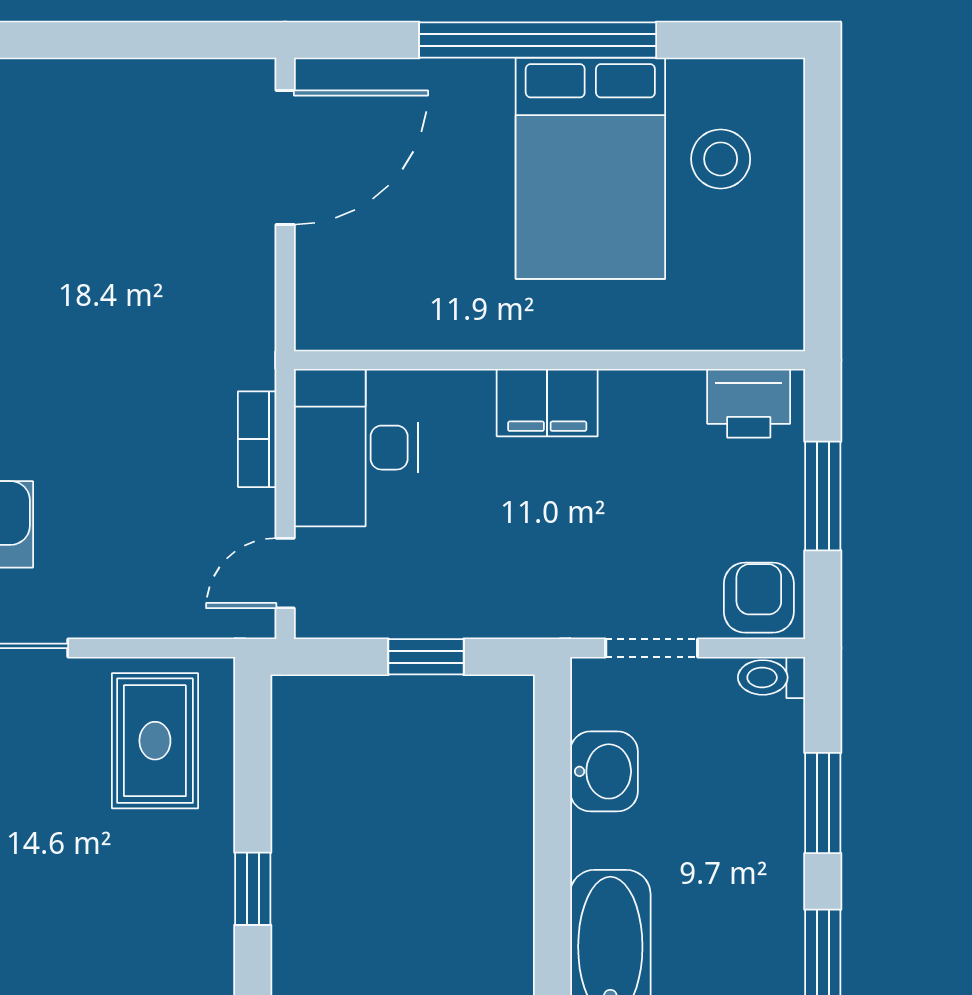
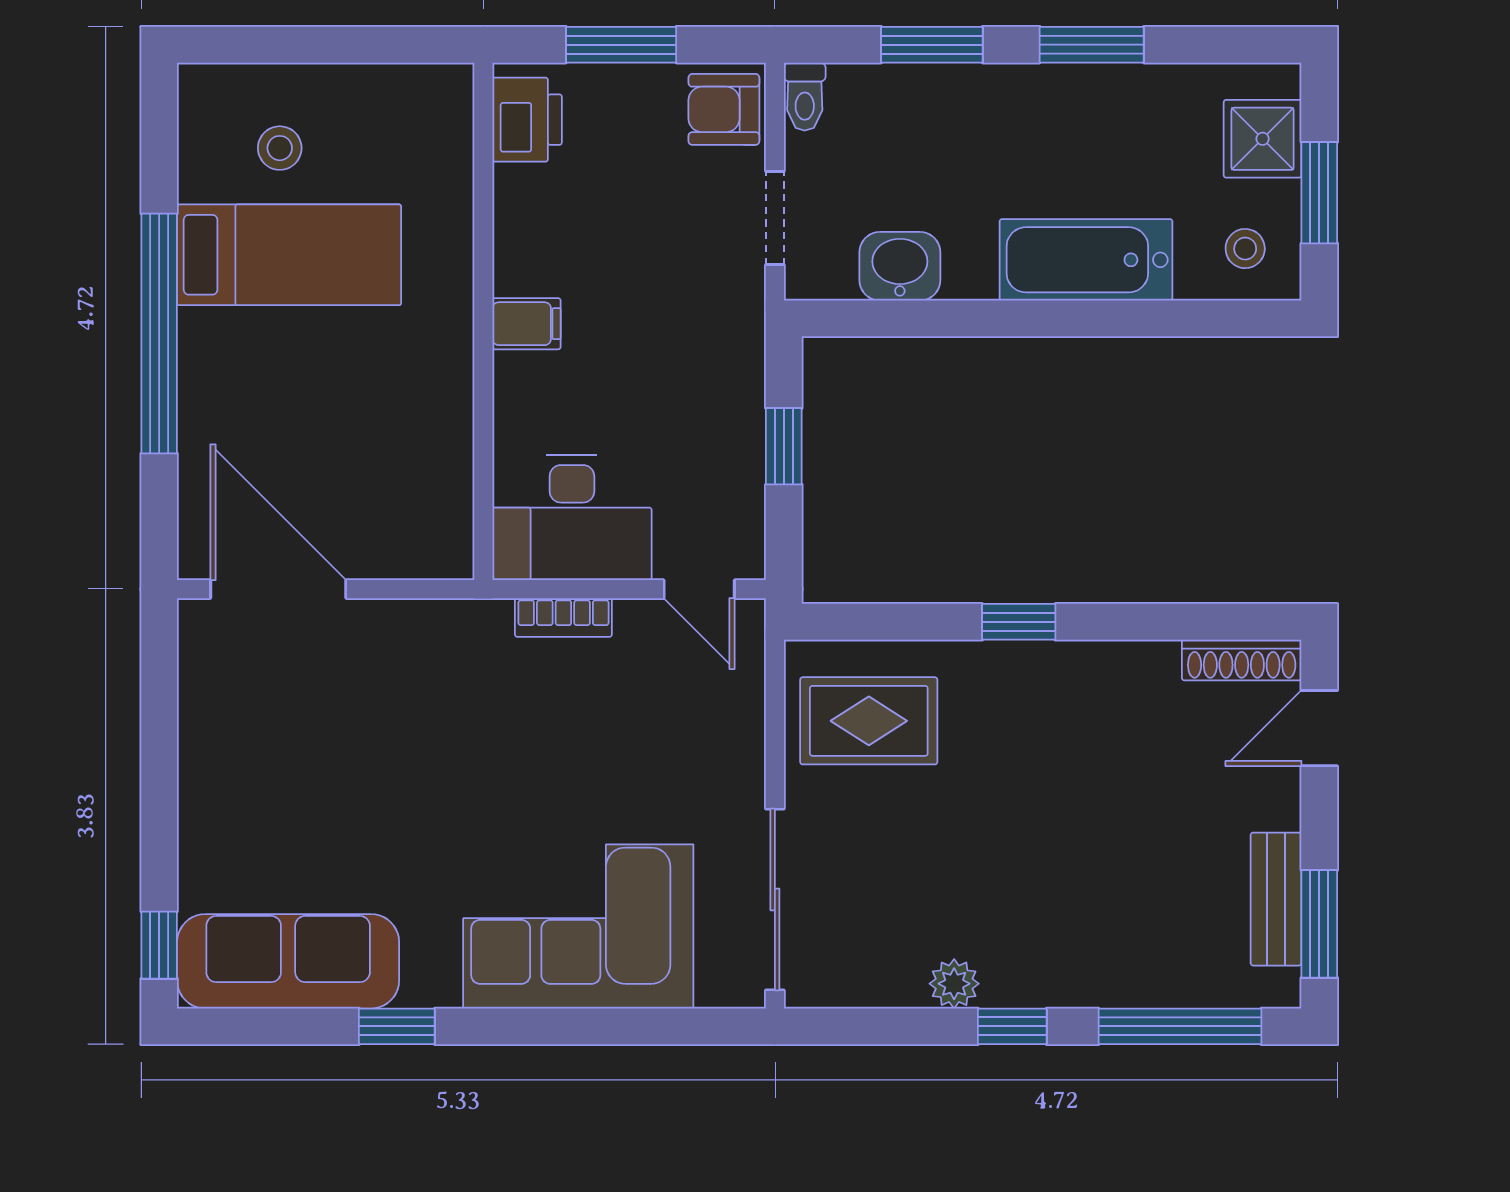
stool: (721, 159) -> (280, 148), width x0.73, depth x0.73
bed: (590, 168) -> (289, 255), width x0.67
filing cabinet: (547, 403) -> (526, 324), width x0.50

